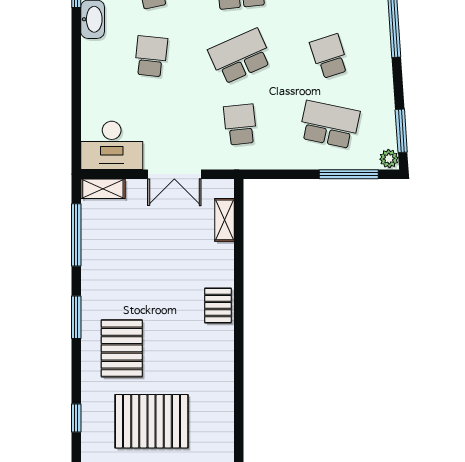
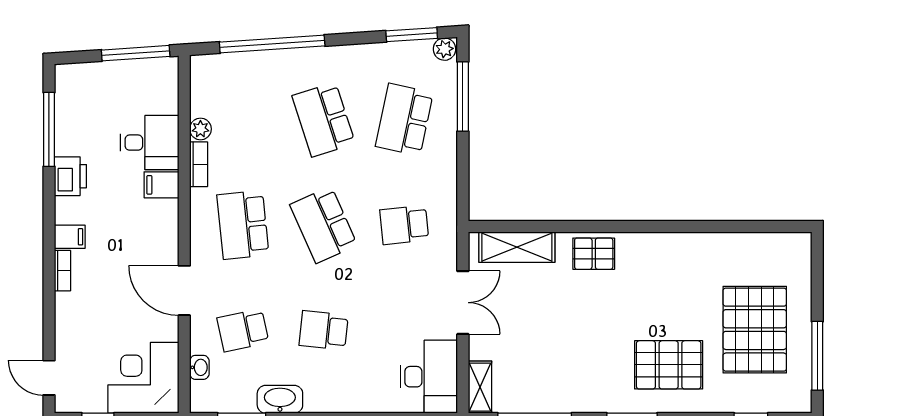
school desk: (329, 56) -> (324, 120), width x1.85
shelving: (225, 220) -> (517, 247), width x1.50, depth x1.33
pallet: (218, 305) -> (594, 254), moved

